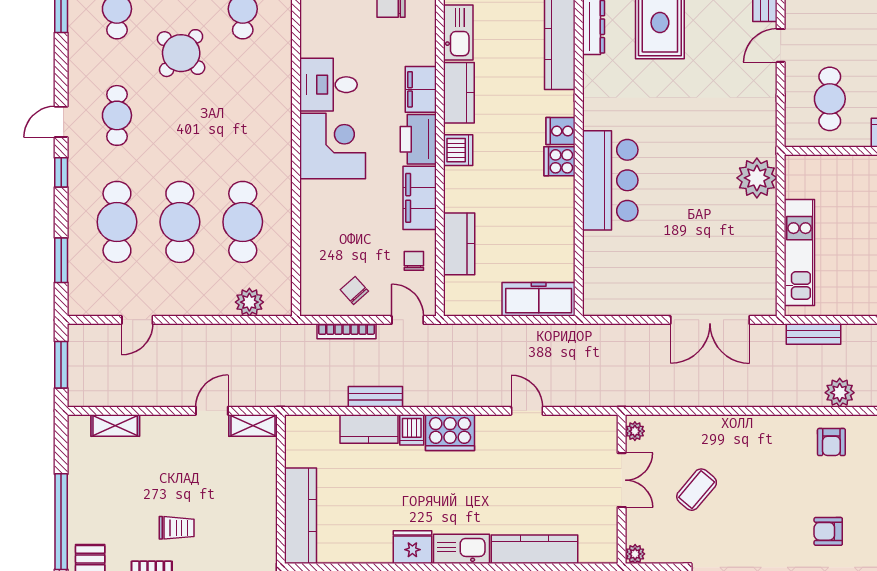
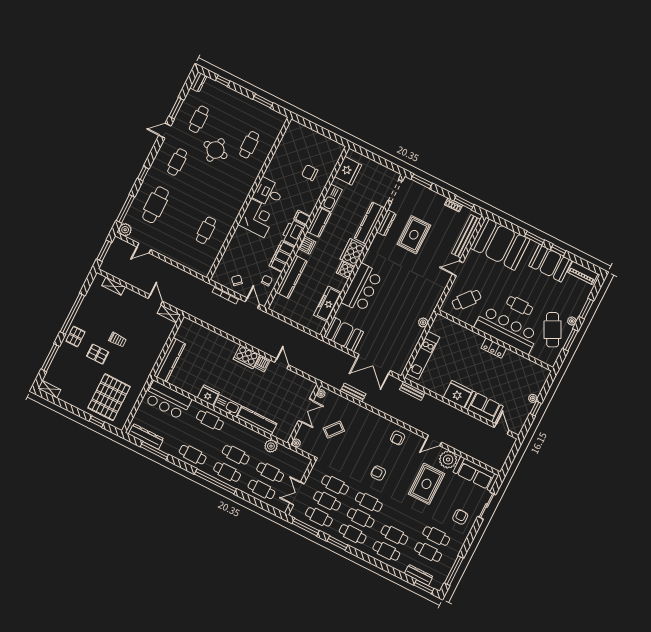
round table: (181, 53) -> (216, 150), turned -34
filing cabinet: (421, 89) -> (302, 218), width x0.50
cafe table: (830, 99) -> (467, 300), turned 39
door: (61, 122) -> (165, 131), moved
cooker: (561, 131) -> (353, 252), width x1.87, depth x1.31
plant: (757, 178) -> (423, 322), width x0.53, depth x0.53
cafe table: (180, 222) -> (181, 218), removed
cafe table: (243, 222) -> (206, 230), width x0.73, depth x0.74
kitchen counter: (459, 244) -> (292, 277), width x1.50
window: (61, 260) -> (125, 209), width x1.44
booth: (620, 291) -> (343, 334), added
freezer: (539, 299) -> (328, 304), moved, turned -90
plant: (249, 302) -> (125, 230), moved
plant: (840, 393) -> (411, 420), removed
bench: (375, 397) -> (353, 393), moved
door: (212, 411) -> (155, 300), hinge flipped
kitchen counter: (369, 429) -> (215, 339), removed
dishwasher: (412, 430) -> (262, 363), moved

